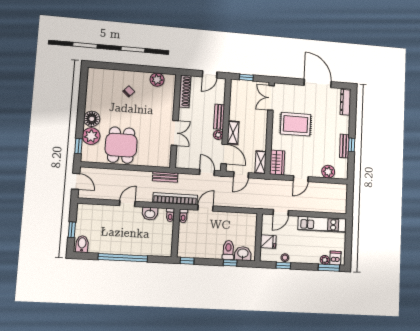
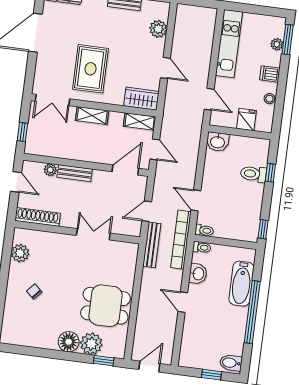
shelving: (233, 133) -> (92, 116), moved
plant: (218, 135) -> (50, 170), moved
door: (207, 173) -> (147, 211), moved
bench: (165, 177) -> (152, 245), width x1.36
bathtub: (144, 248) -> (241, 284), added
washbasin: (243, 254) -> (218, 142), moved, turned -90
dishwasher: (335, 258) -> (270, 74), moved
window: (283, 265) -> (280, 102), removed

